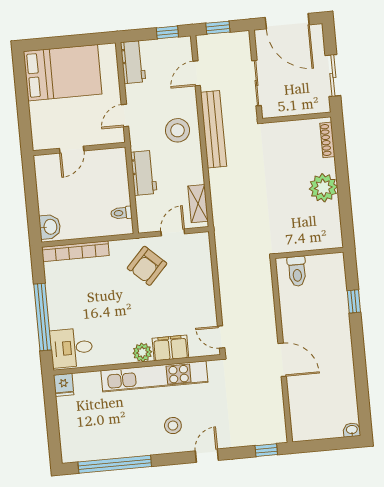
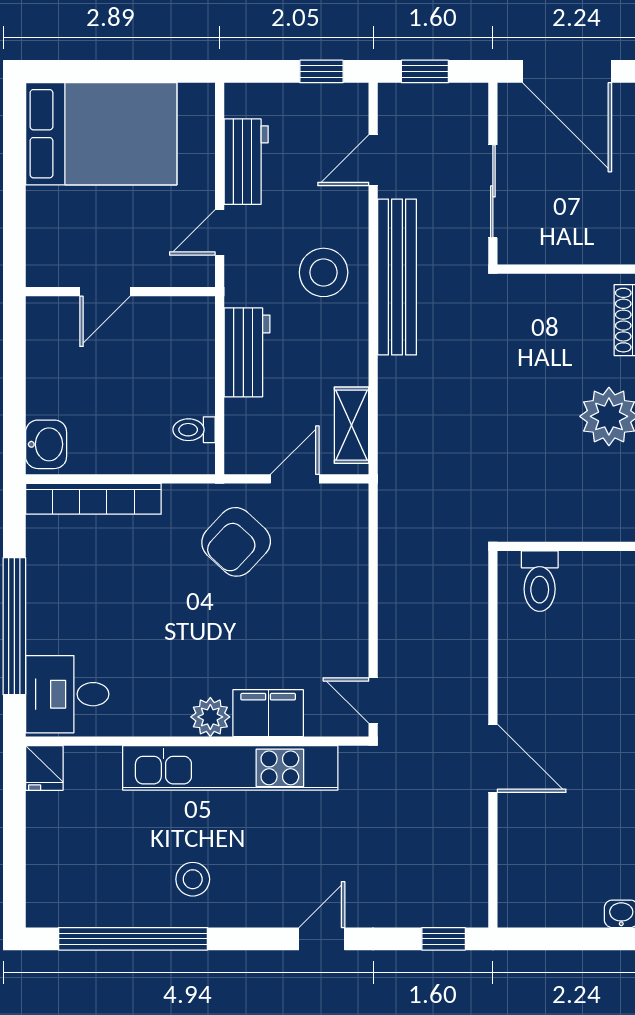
workbench: (133, 62) -> (246, 162), moved
stool: (173, 426) -> (193, 879), moved

